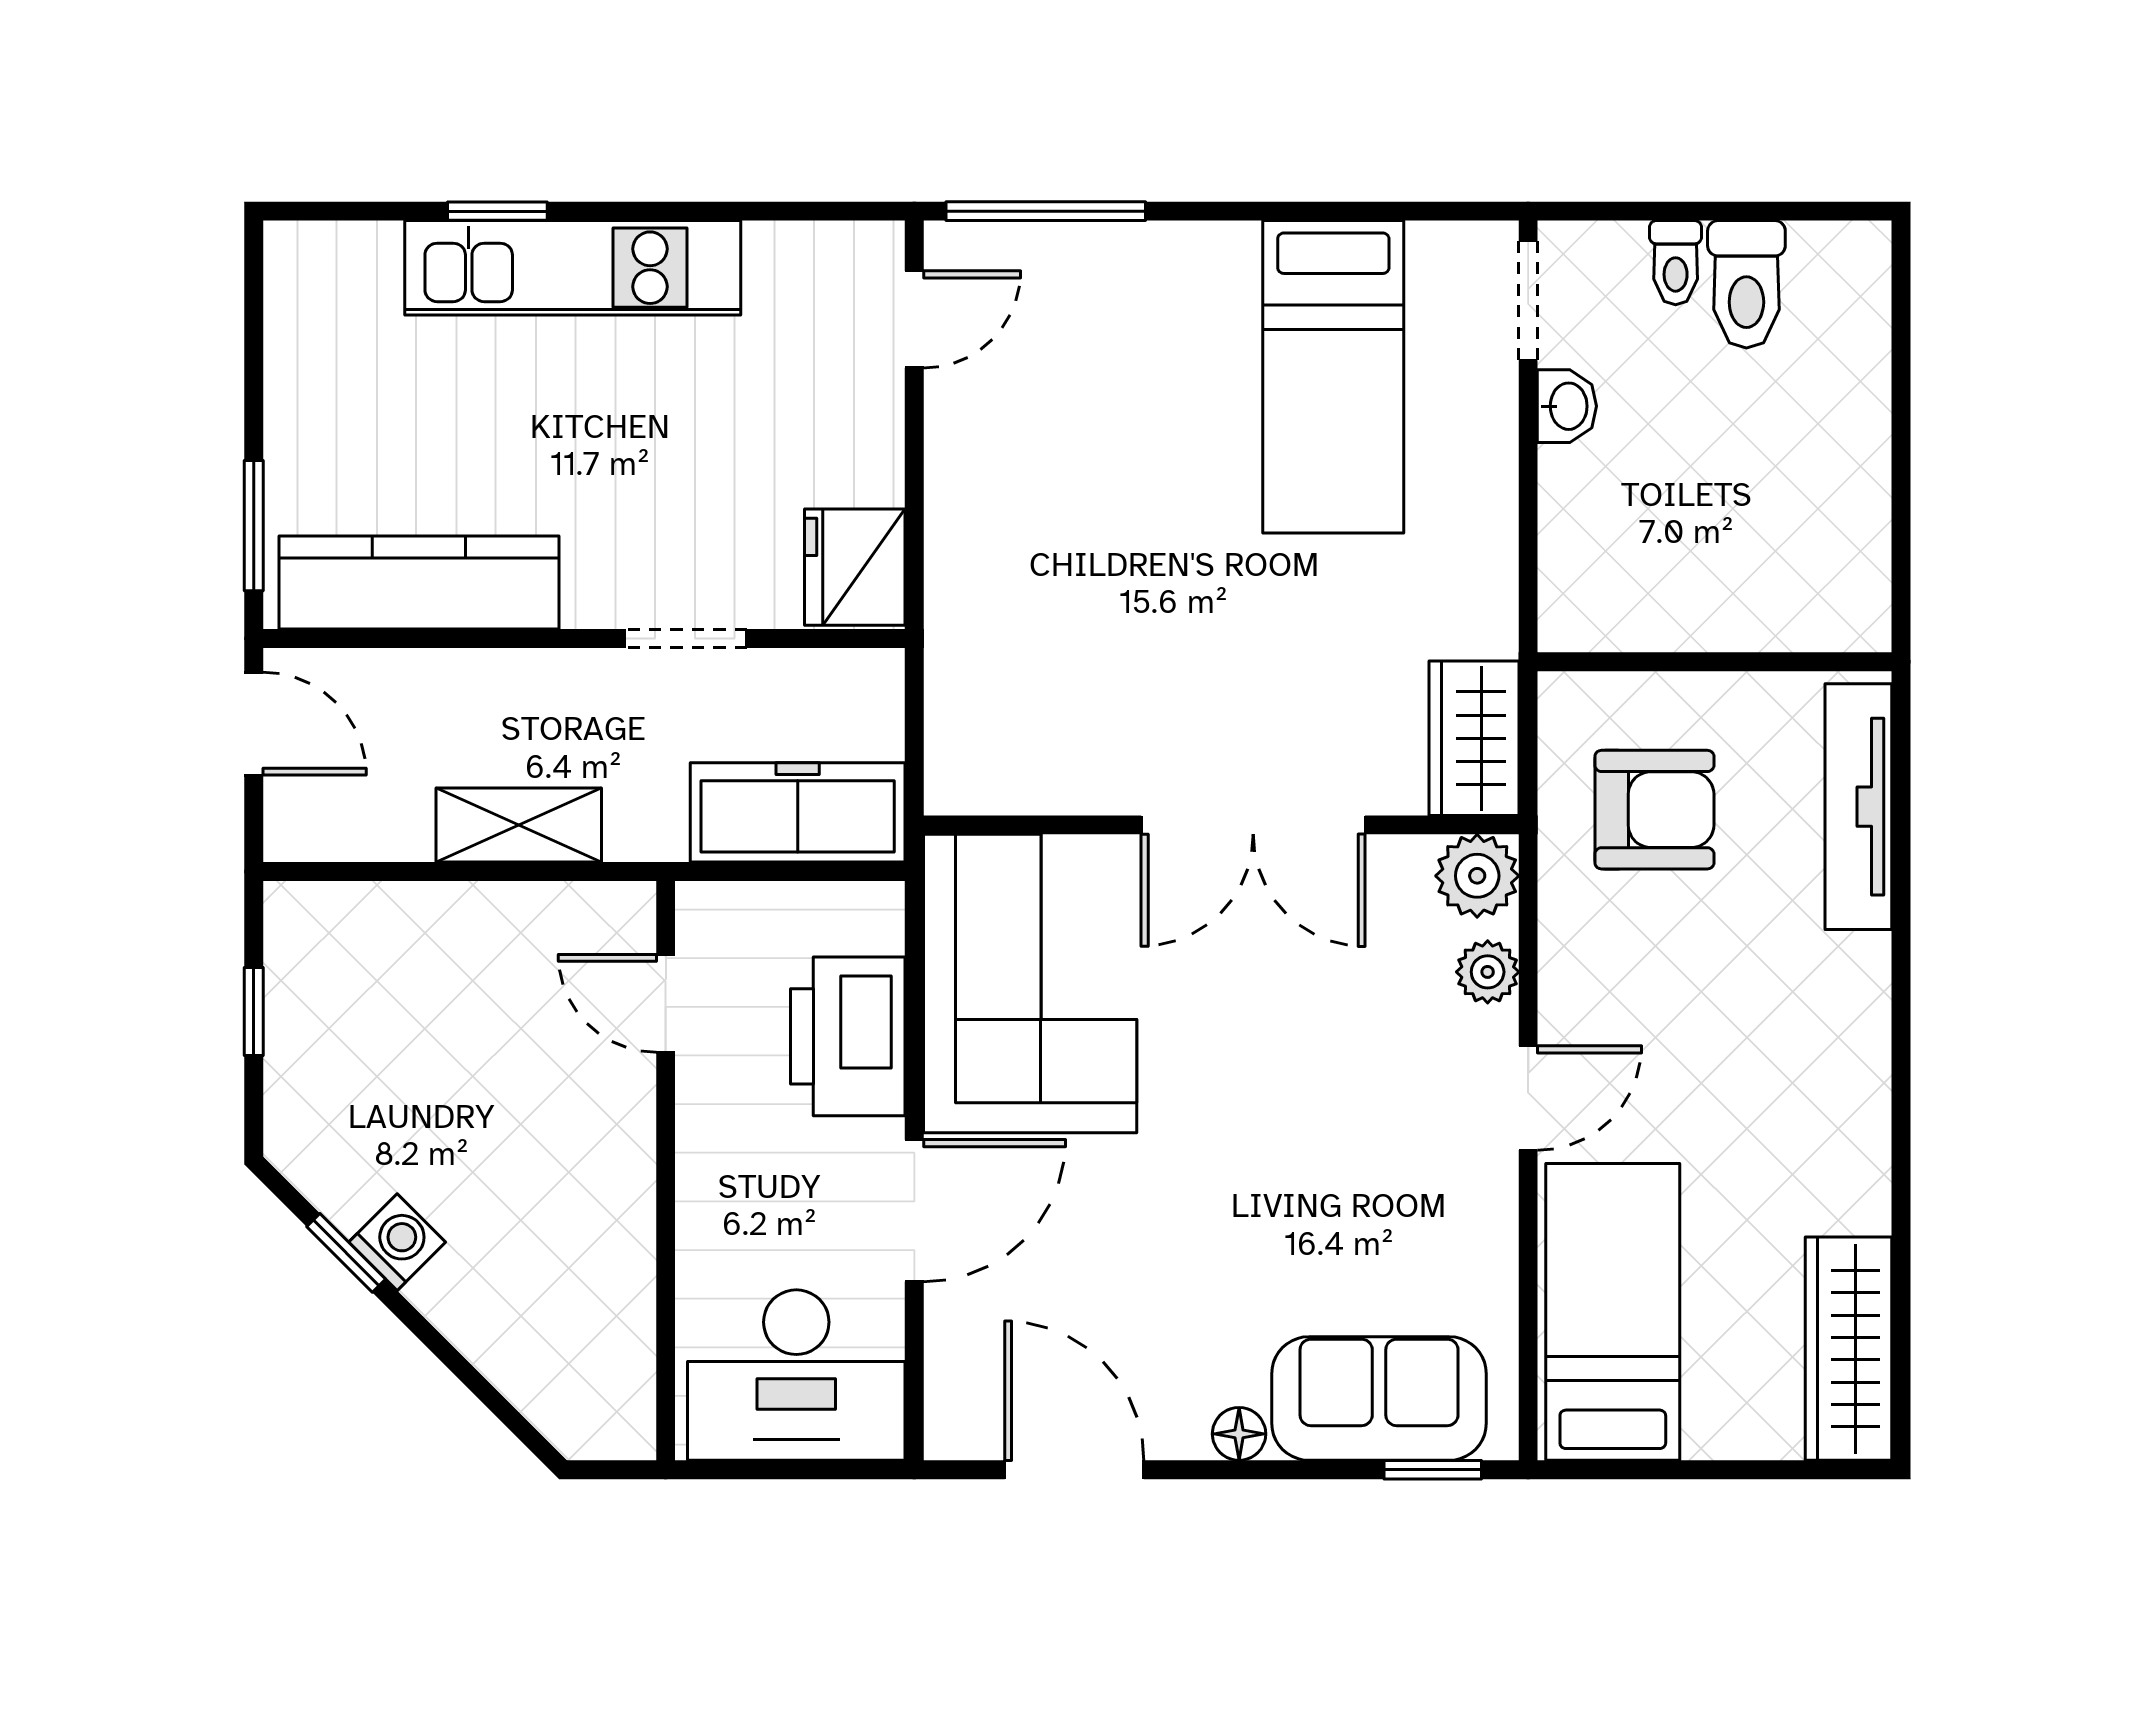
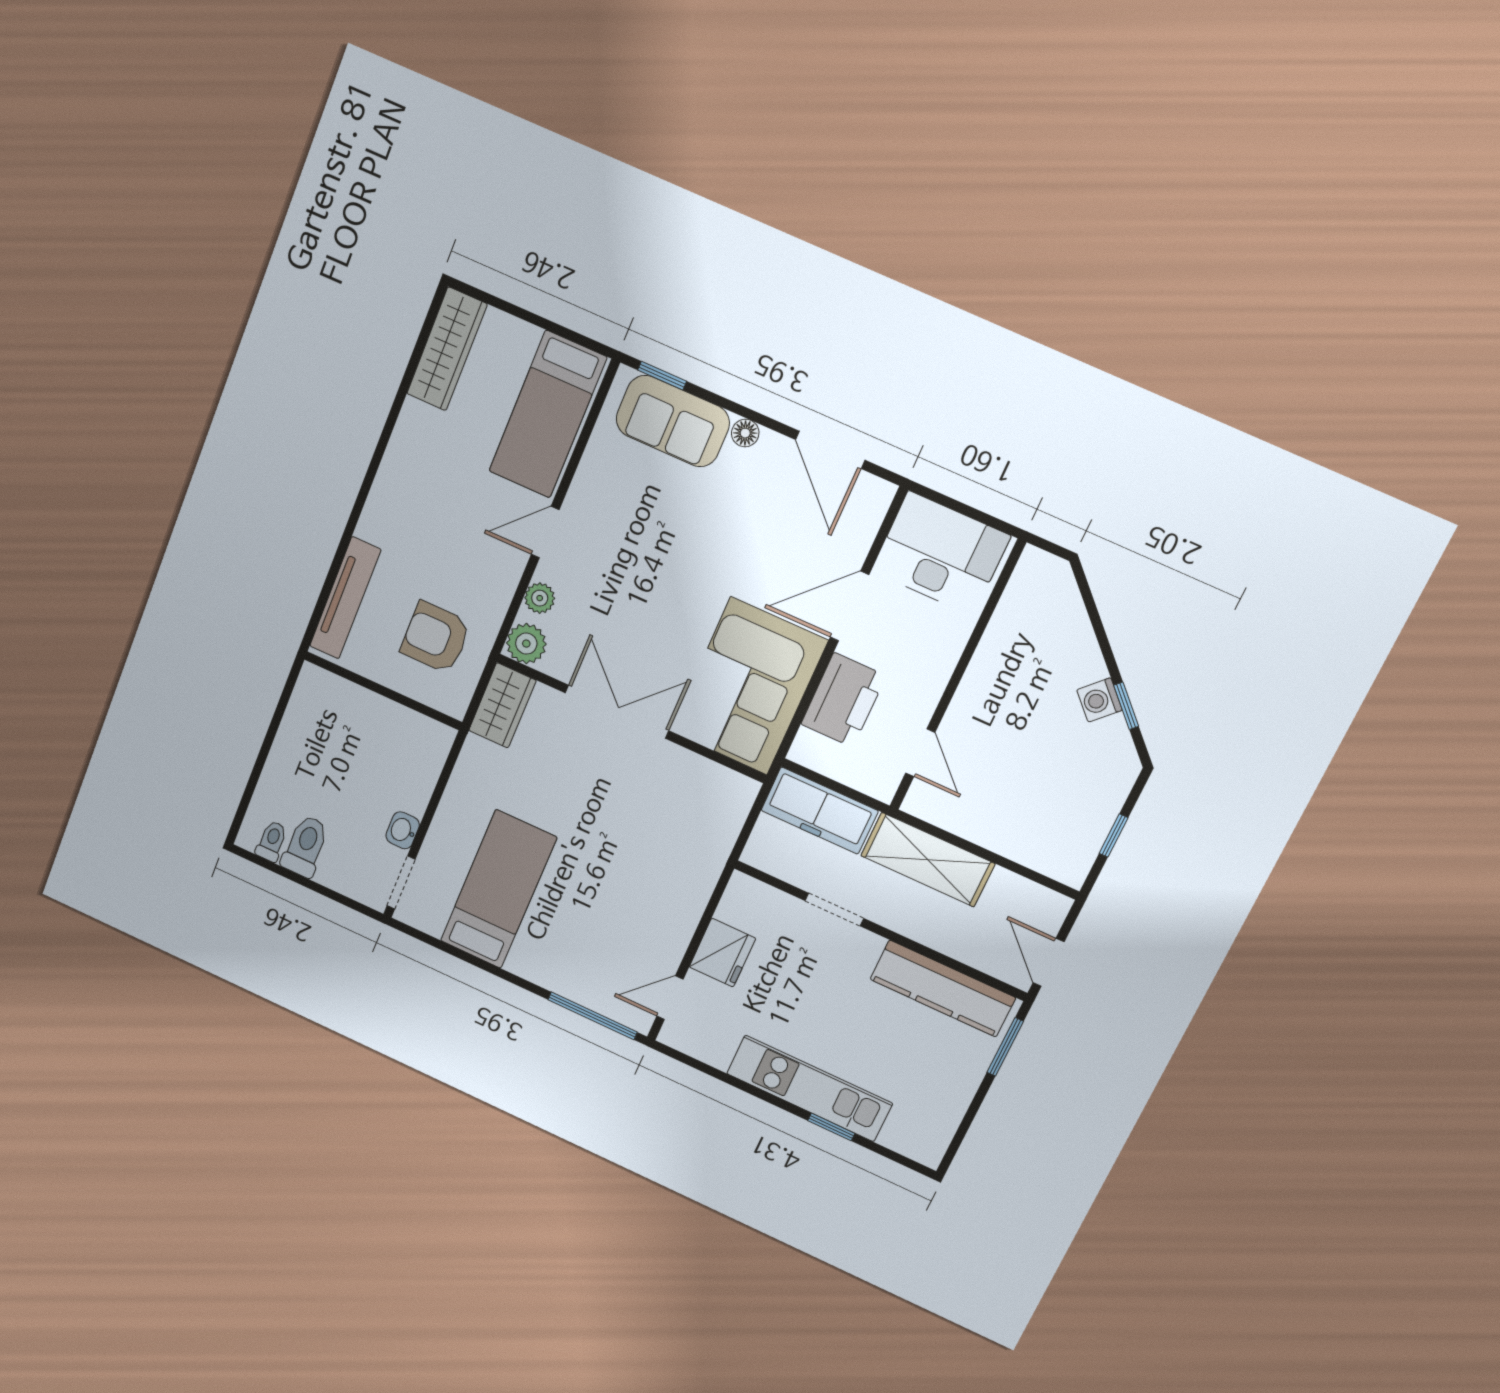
toilet: (1676, 263) -> (272, 841), moved
fridge: (855, 567) -> (722, 953), moved
shelving: (519, 825) -> (928, 860), width x1.50, depth x1.33

